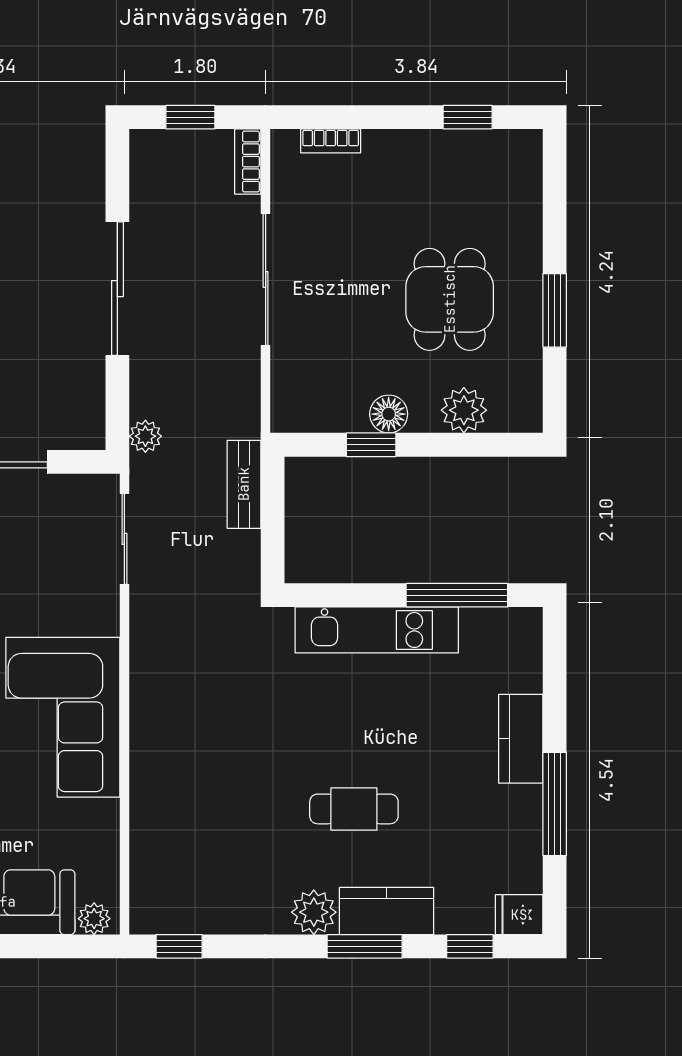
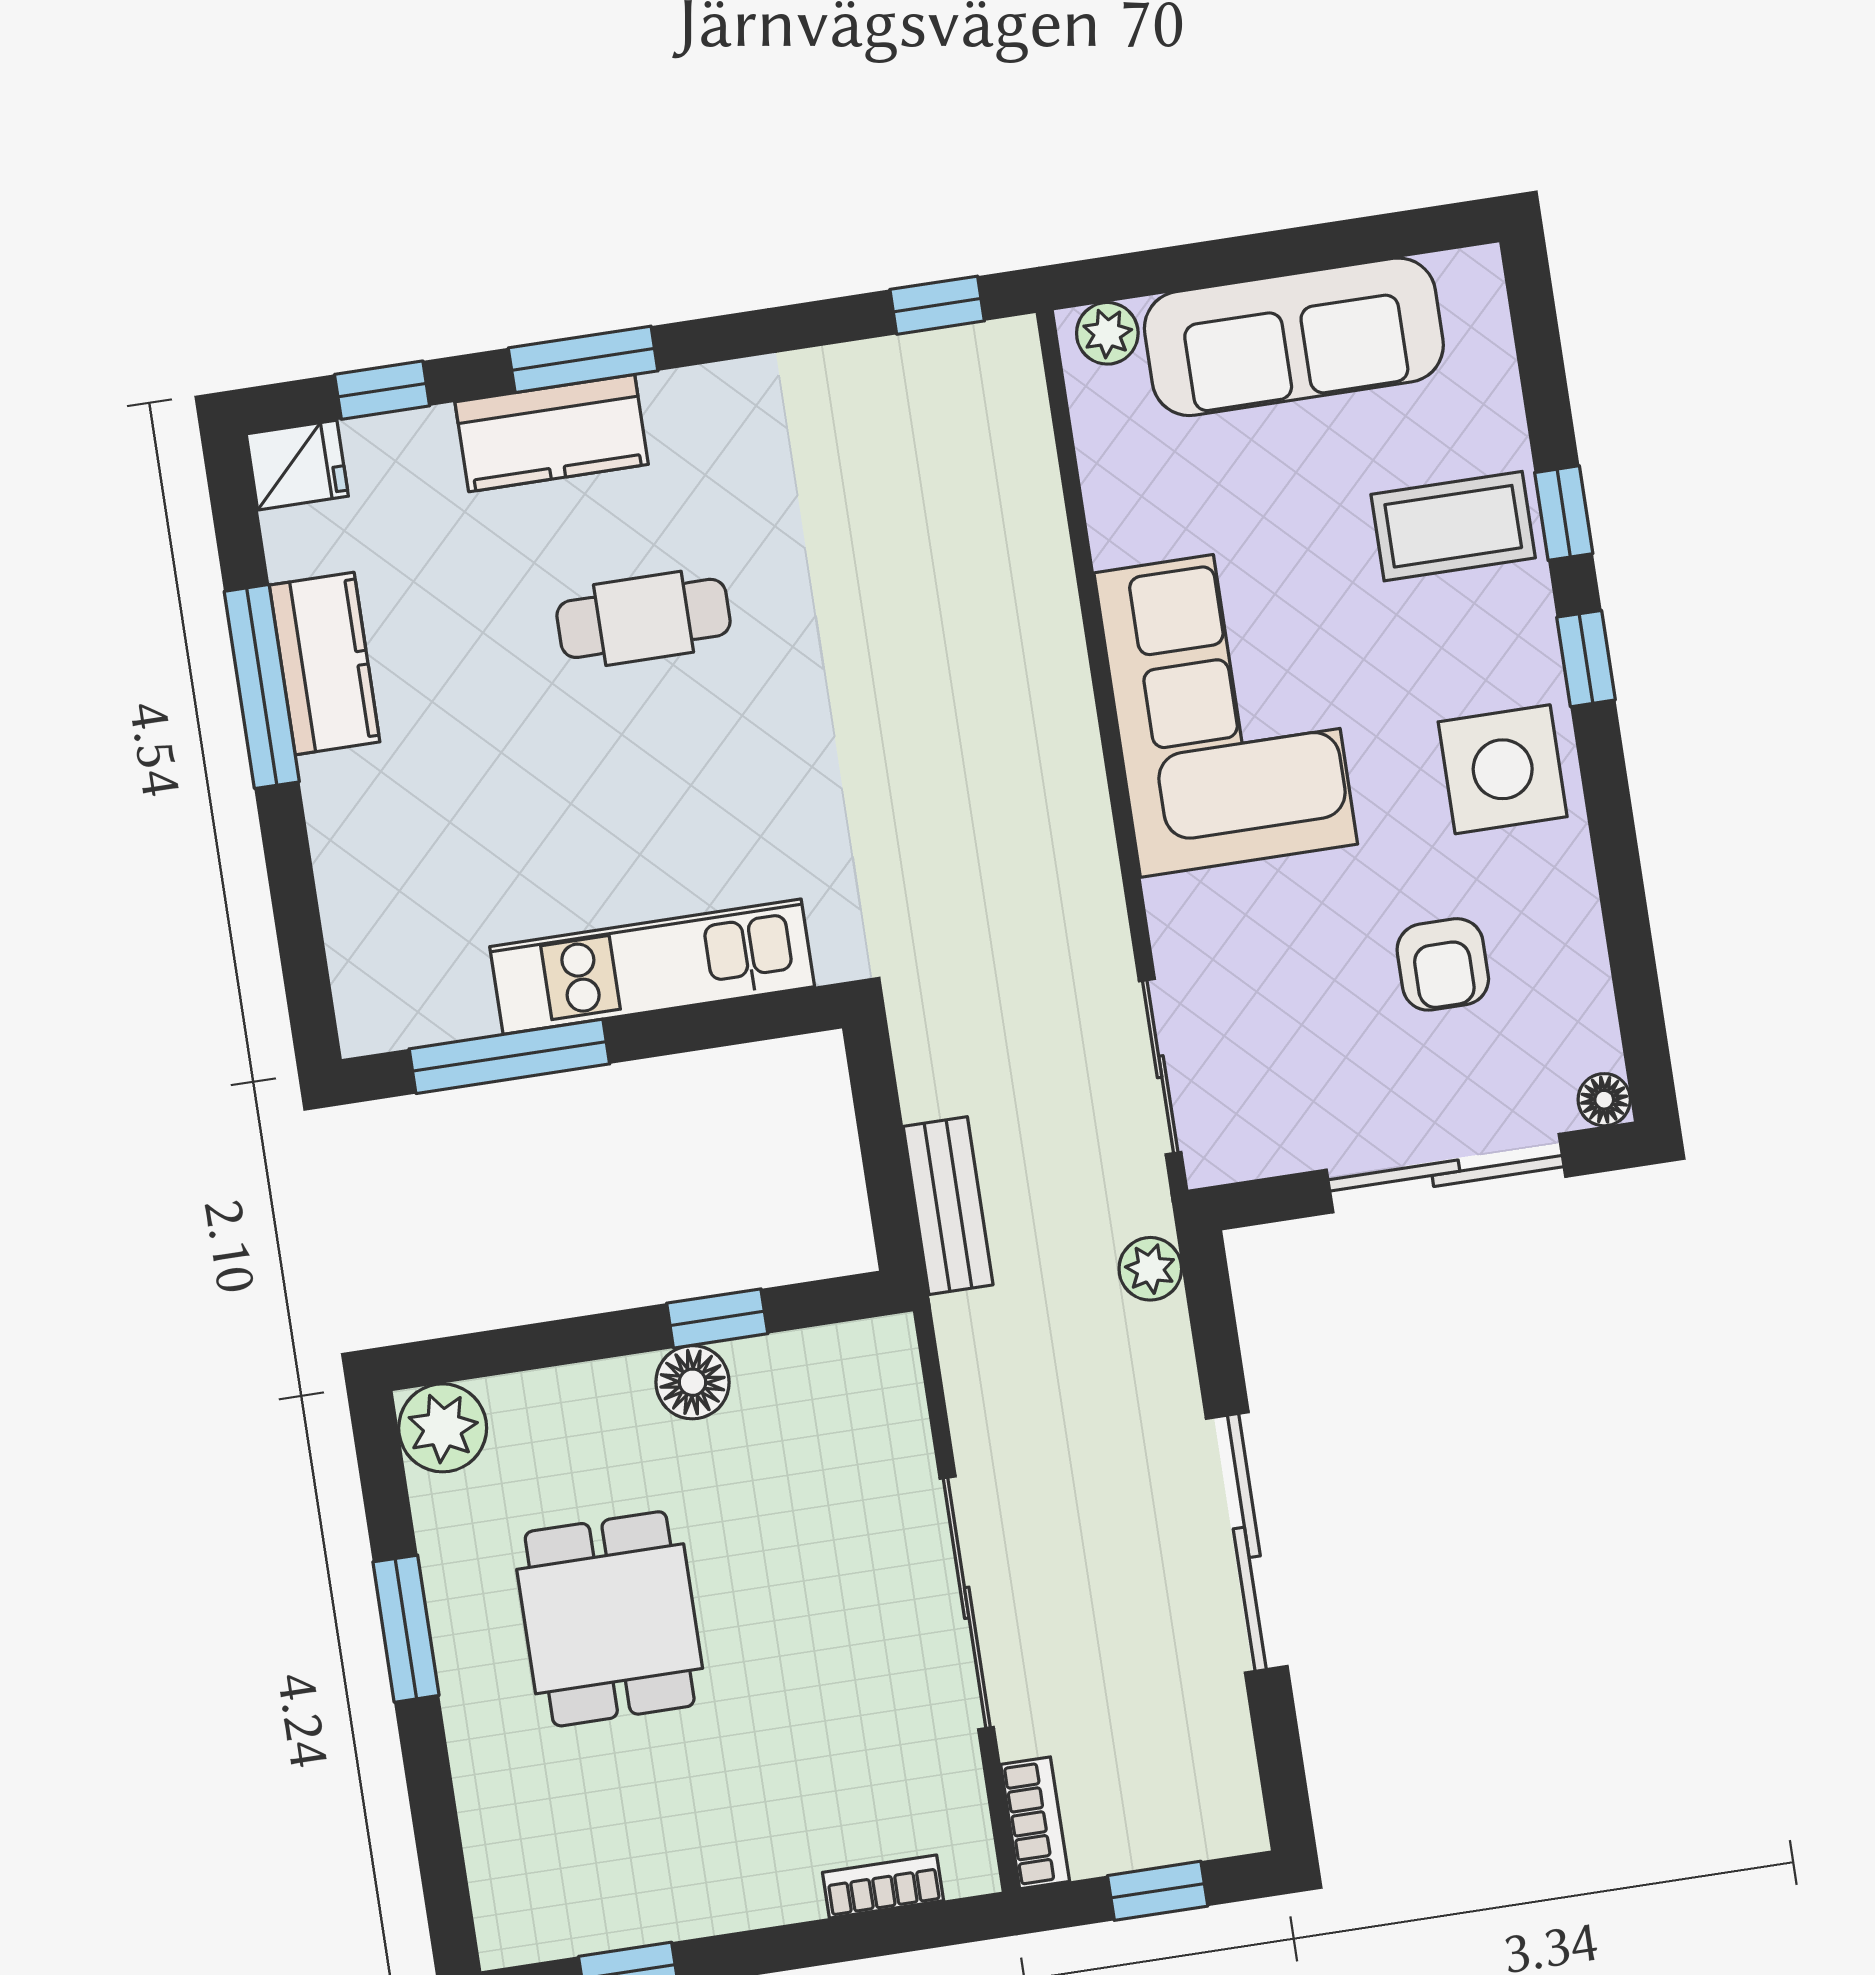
plant: (464, 410) -> (443, 1428), moved
kitchen counter: (521, 739) -> (325, 664), moved
plant: (314, 912) -> (690, 410), removed

